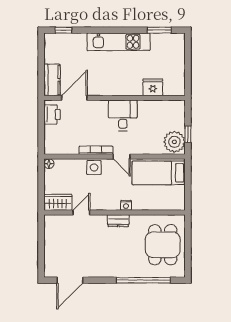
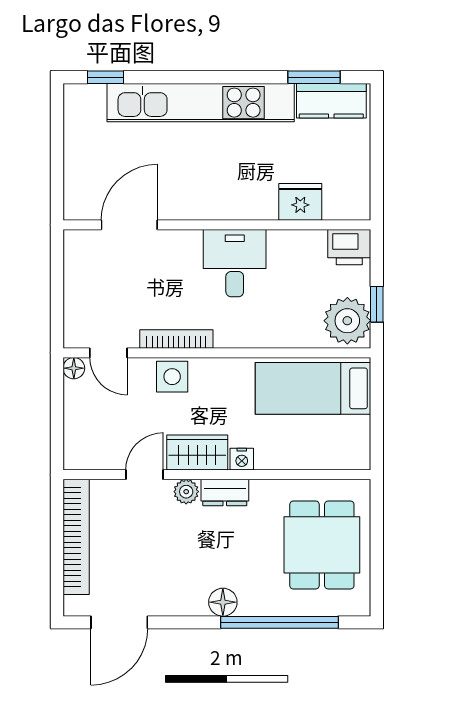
kitchen unit: (119, 42) -> (201, 103), width x1.36
kitchen counter: (52, 80) -> (331, 101), moved, turned 90
printer: (52, 114) -> (349, 247), moved, turned 90
door: (122, 157) -> (108, 353), moved
wardrobe: (58, 202) -> (197, 452), moved
plant: (101, 220) -> (186, 492), added
bookcase: (50, 241) -> (76, 537), added
floor lamp: (117, 271) -> (223, 602), added

